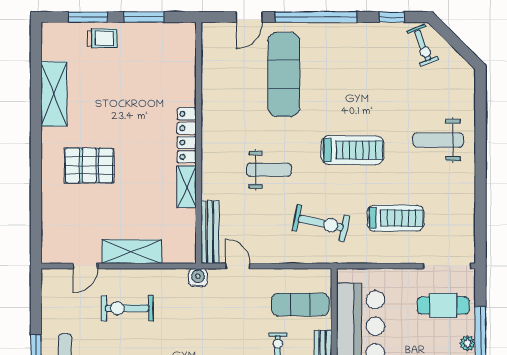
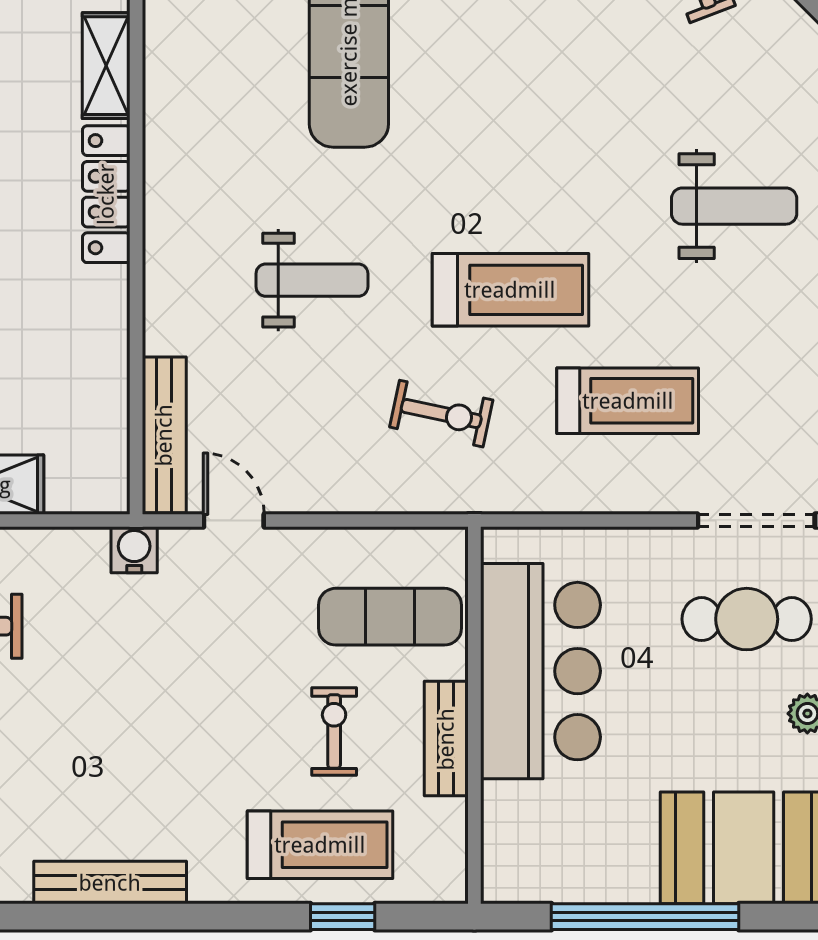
weight bench: (438, 140) -> (734, 206), turned 180
treadmill: (352, 150) -> (510, 290), moved
shelving: (187, 187) -> (106, 66), moved
exercise bike: (321, 223) -> (441, 414), width x0.73, depth x0.72

